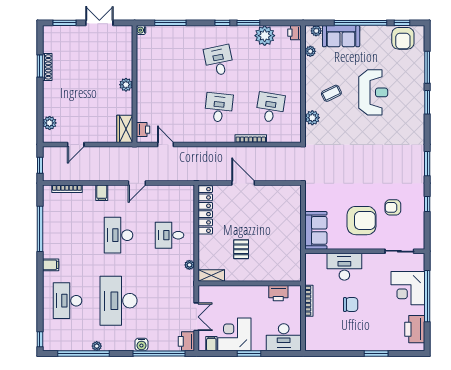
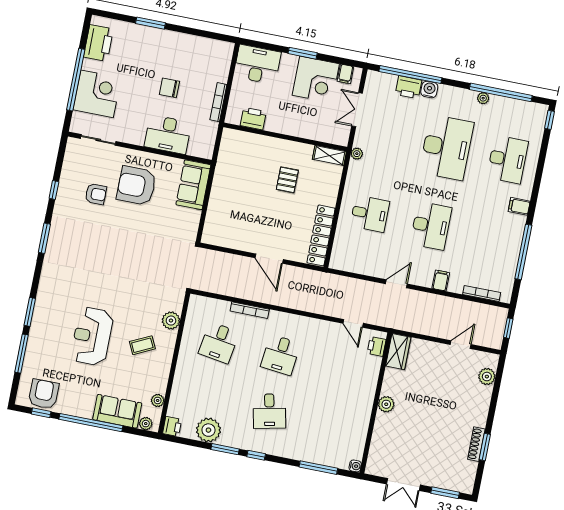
plant: (189, 265) -> (357, 154), moved
printer: (186, 341) -> (409, 87), moved, turned 90

